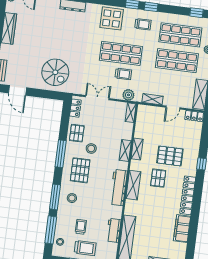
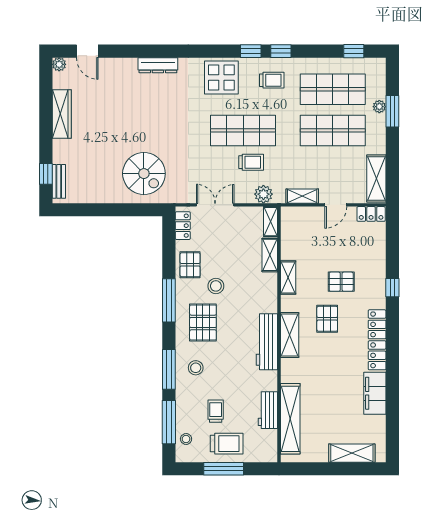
door: (18, 90) -> (88, 210), removed
shelving: (125, 151) -> (270, 255), moved
pallet: (170, 156) -> (341, 282), width x0.67, depth x0.71

